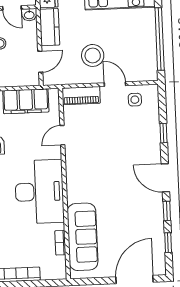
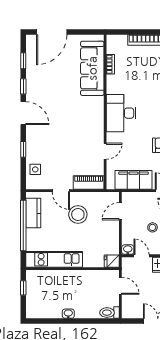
kitchen counter: (50, 27) -> (33, 213), moved, turned 180
side table: (135, 100) -> (35, 169), moved
desk: (39, 192) -> (121, 113), width x0.73, depth x0.77

